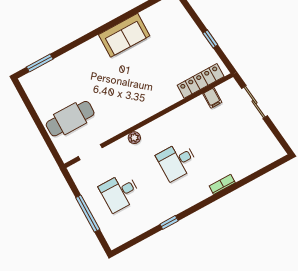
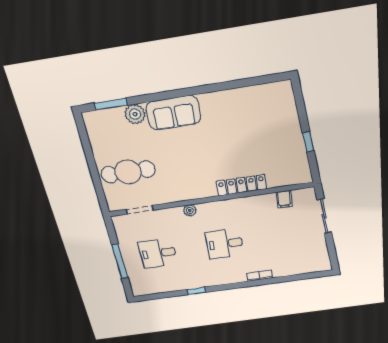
sofa: (124, 35) -> (173, 113), moved
plant: (61, 65) -> (135, 114), added
locker: (201, 81) -> (241, 185), moved

